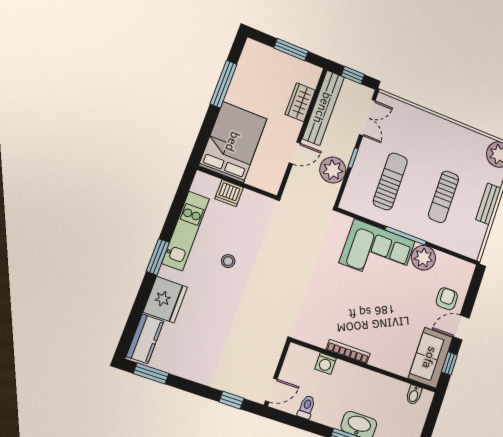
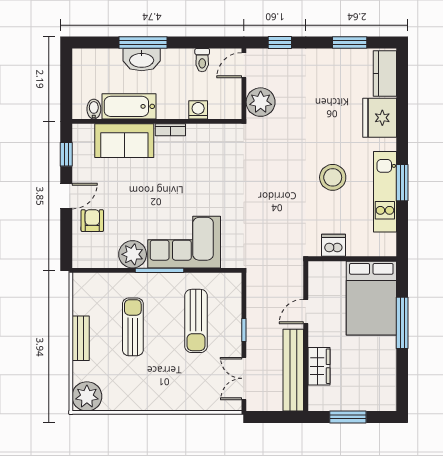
window: (353, 75) -> (275, 417), removed
window: (224, 84) -> (402, 323), moved
plant: (333, 170) -> (261, 102), moved
dishwasher: (229, 193) -> (334, 245), moved
window: (158, 257) -> (402, 183), moved
stool: (228, 261) -> (333, 177), width x1.89, depth x1.89
armchair: (447, 299) -> (92, 221), turned 180
bookcase: (348, 352) -> (170, 130), width x0.64
sofa: (430, 358) -> (124, 141), moved, turned 90
window: (151, 373) -> (350, 42), moved
bathtub: (384, 387) -> (129, 106), added

